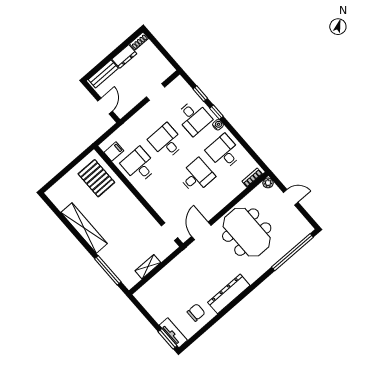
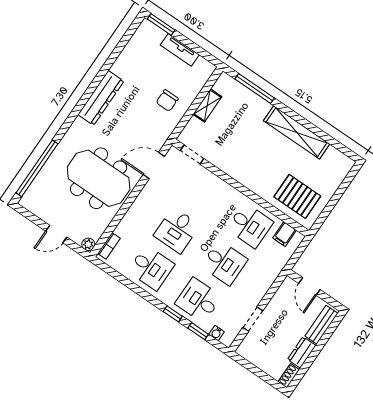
water cooler: (218, 125) -> (217, 333), moved
door: (201, 231) -> (154, 166), swing flipped
chair: (196, 313) -> (167, 101), moved
tv unit: (173, 333) -> (180, 50), moved

